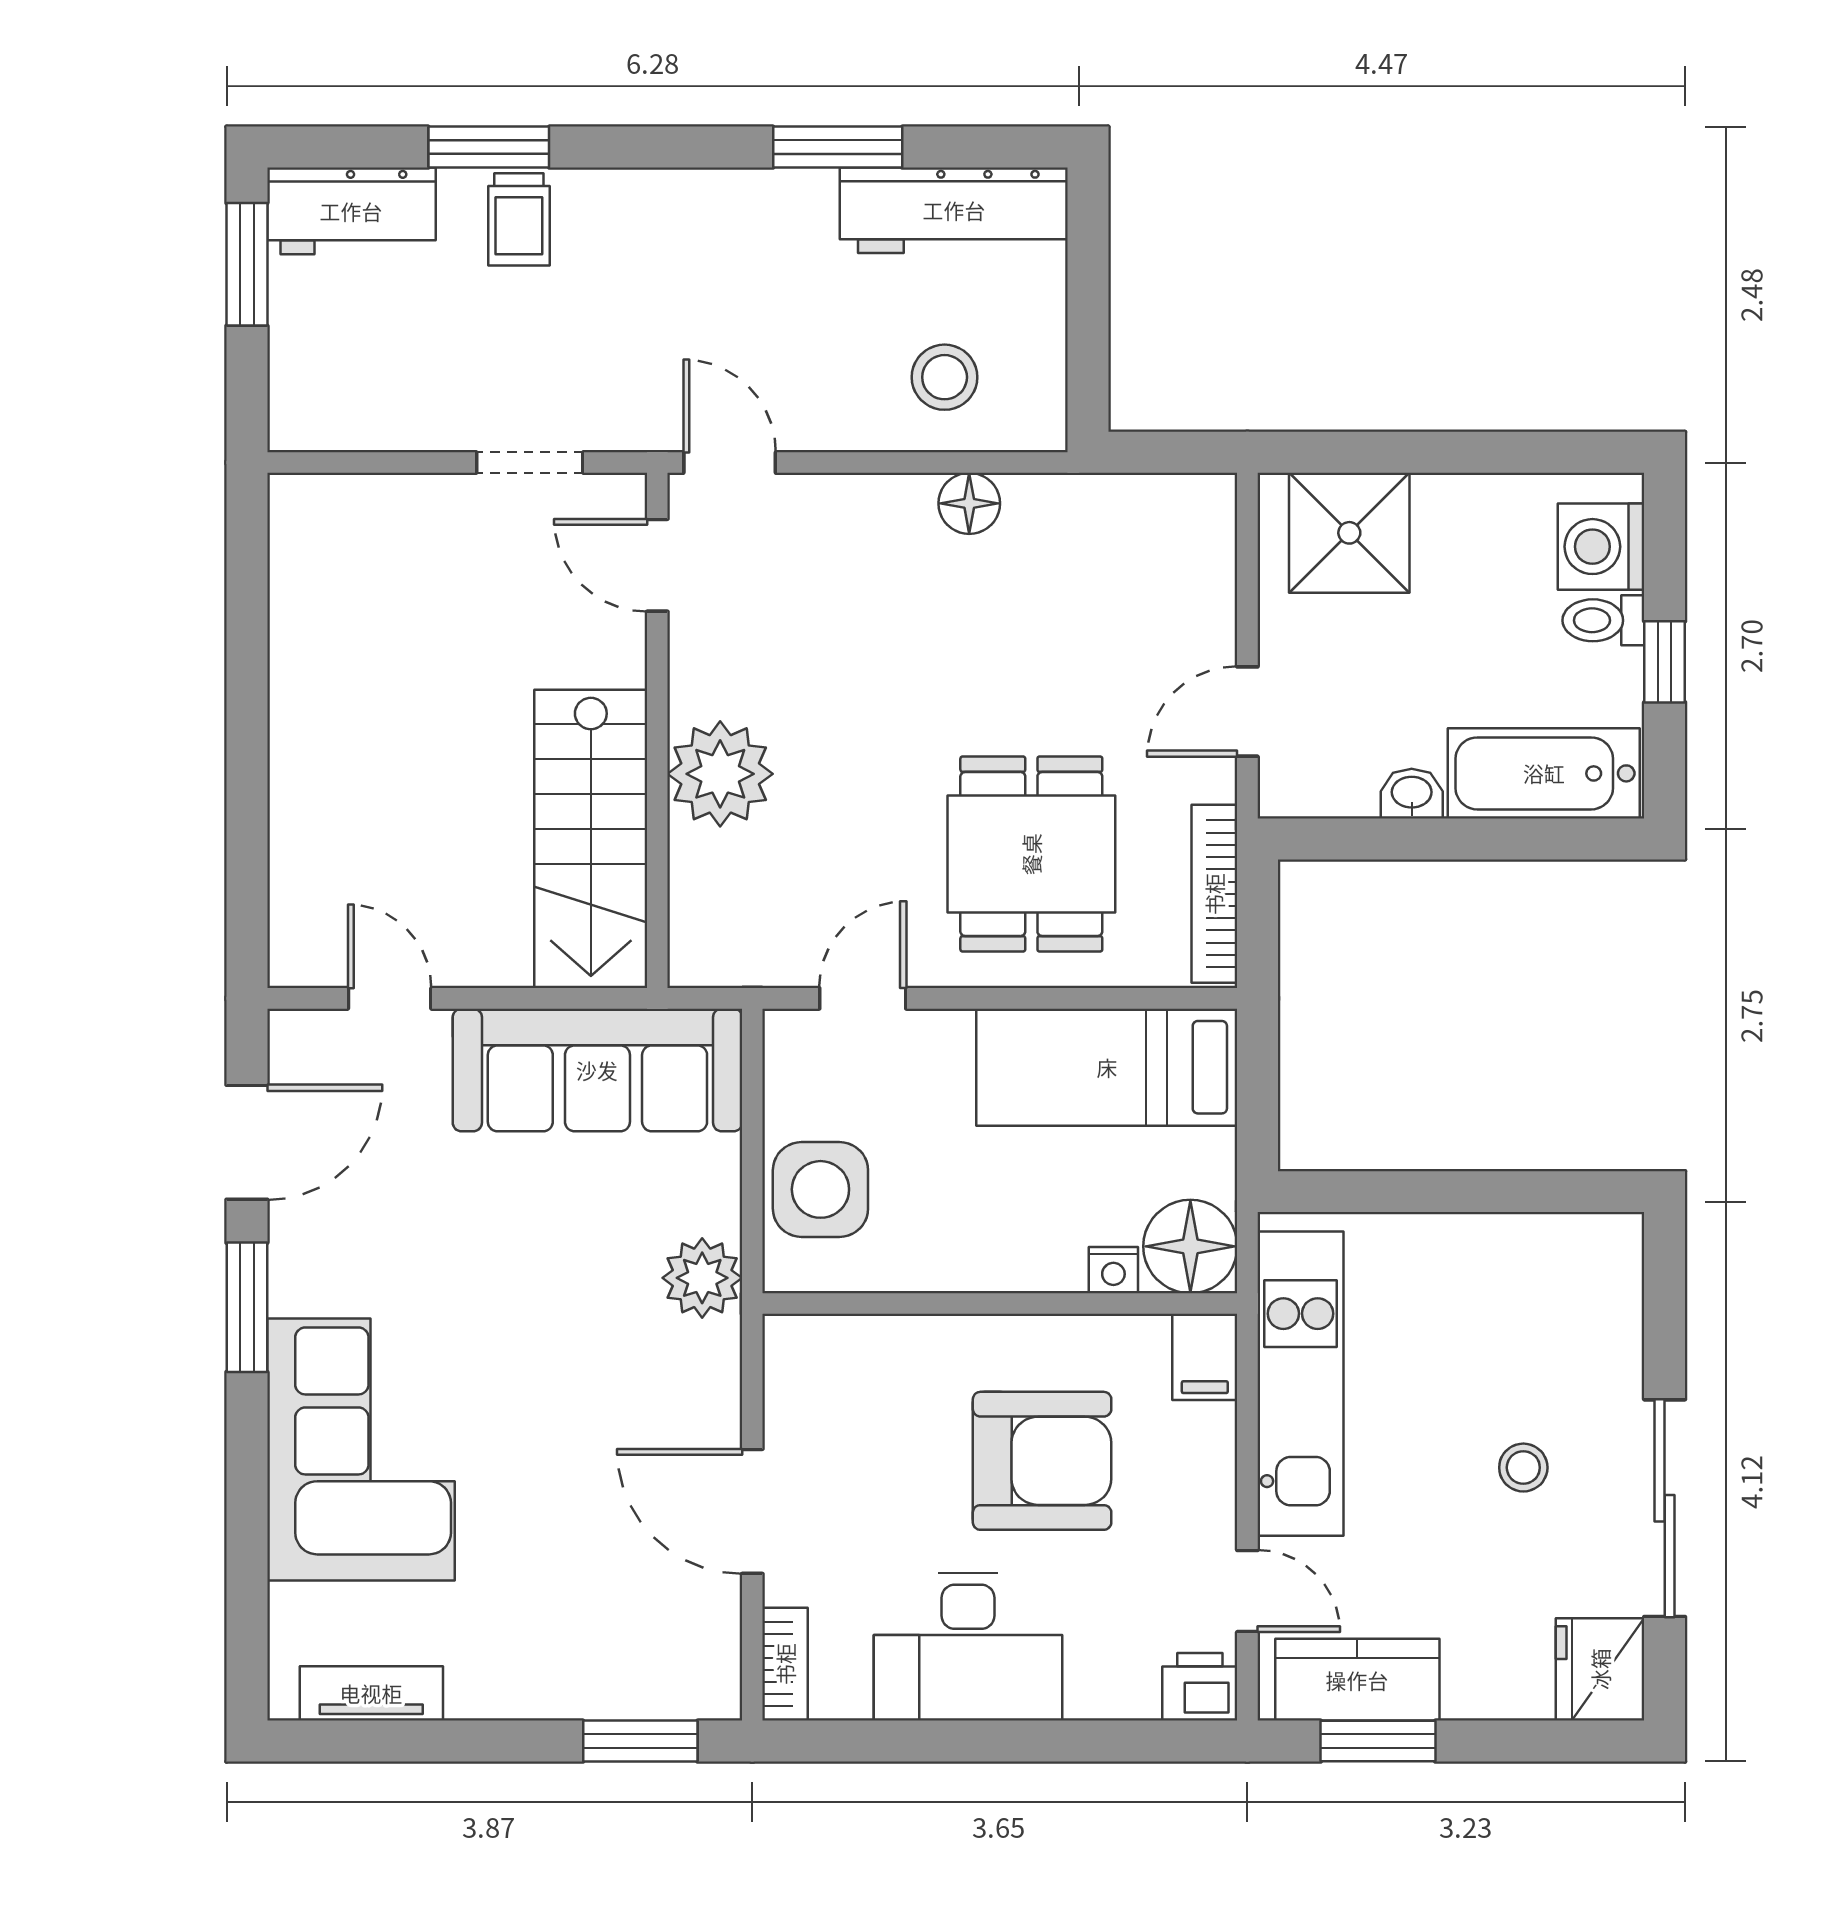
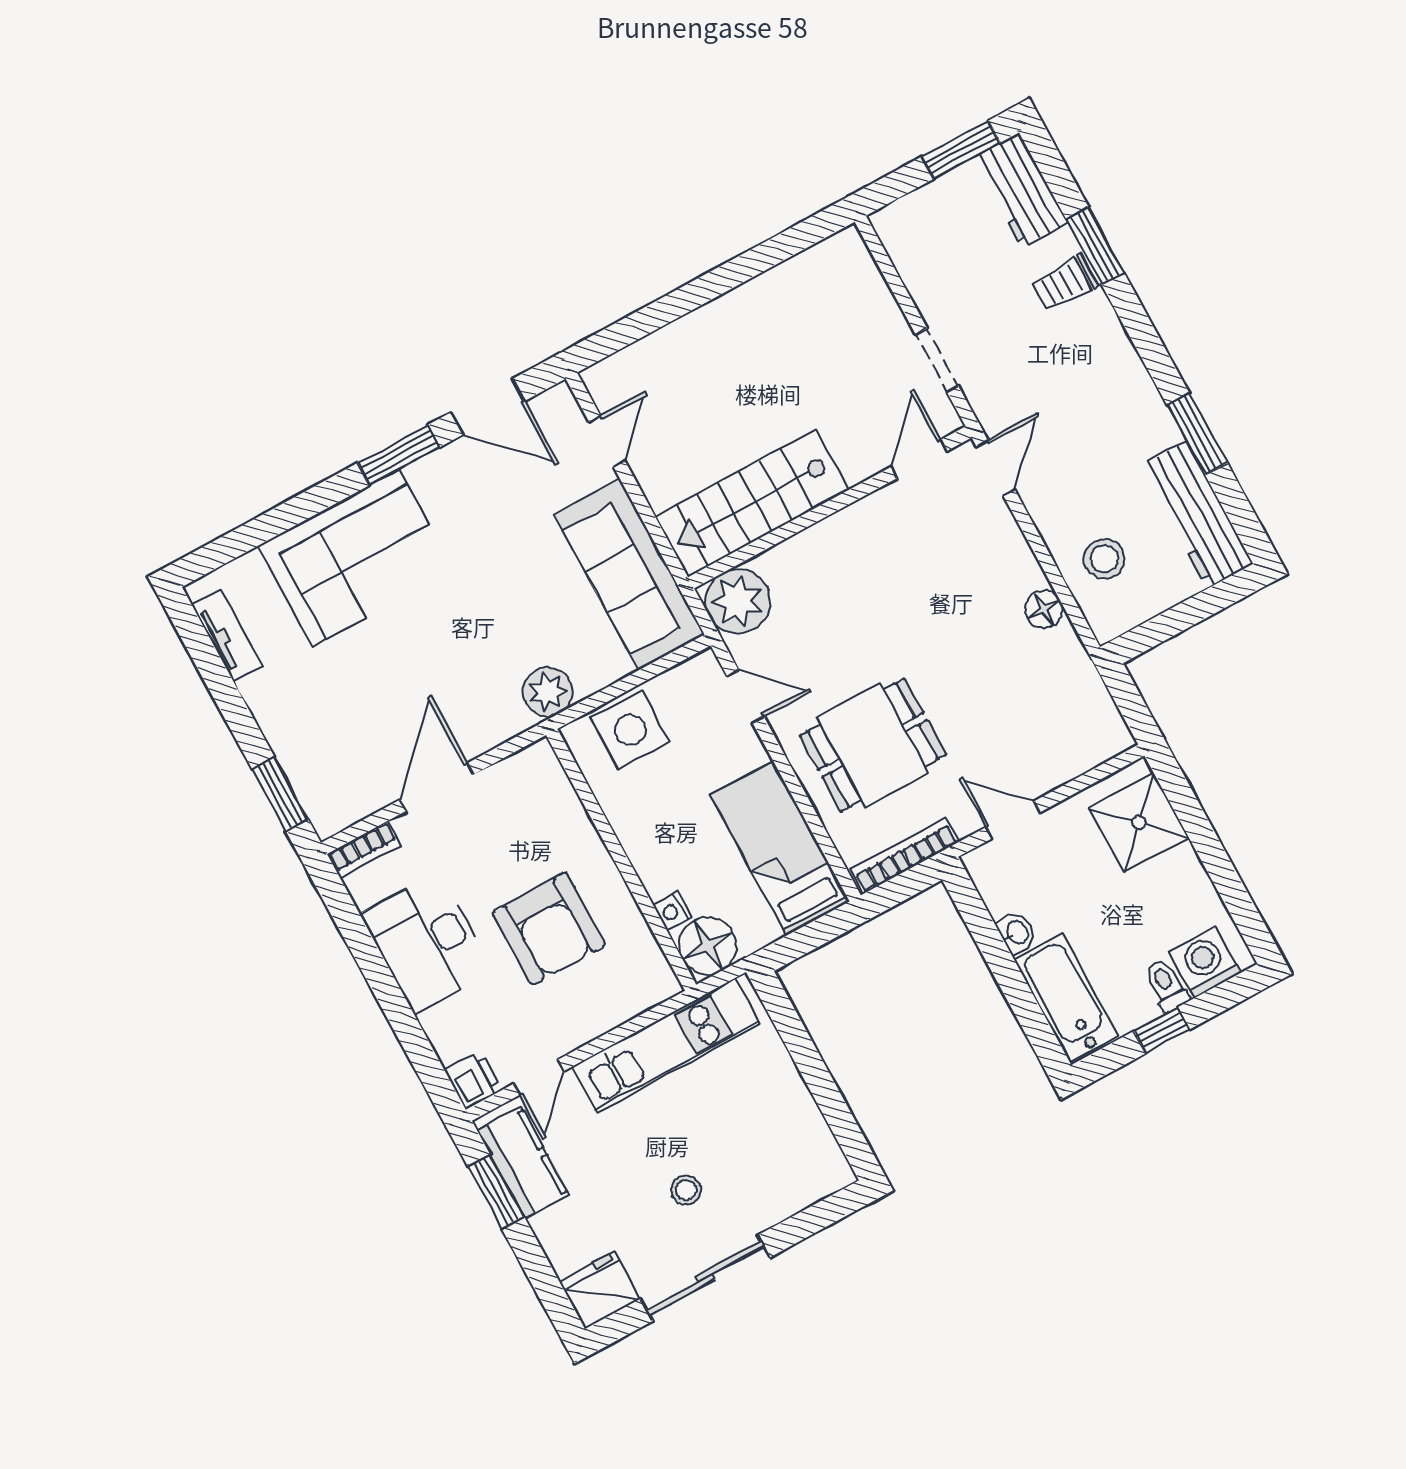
plant: (720, 774) -> (738, 601), moved
filing cabinet: (1205, 1357) -> (652, 986), removed

